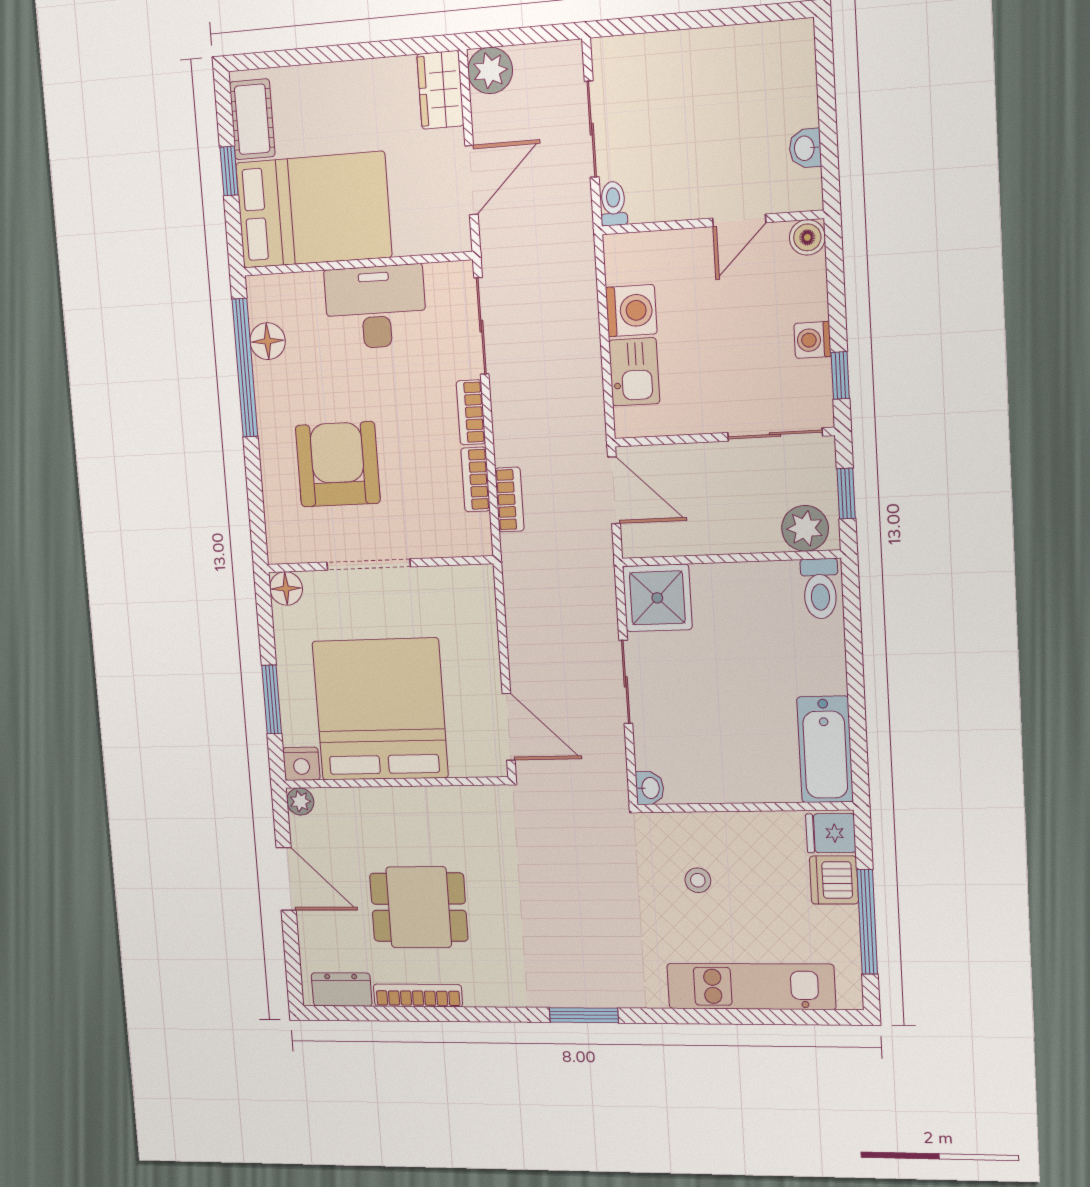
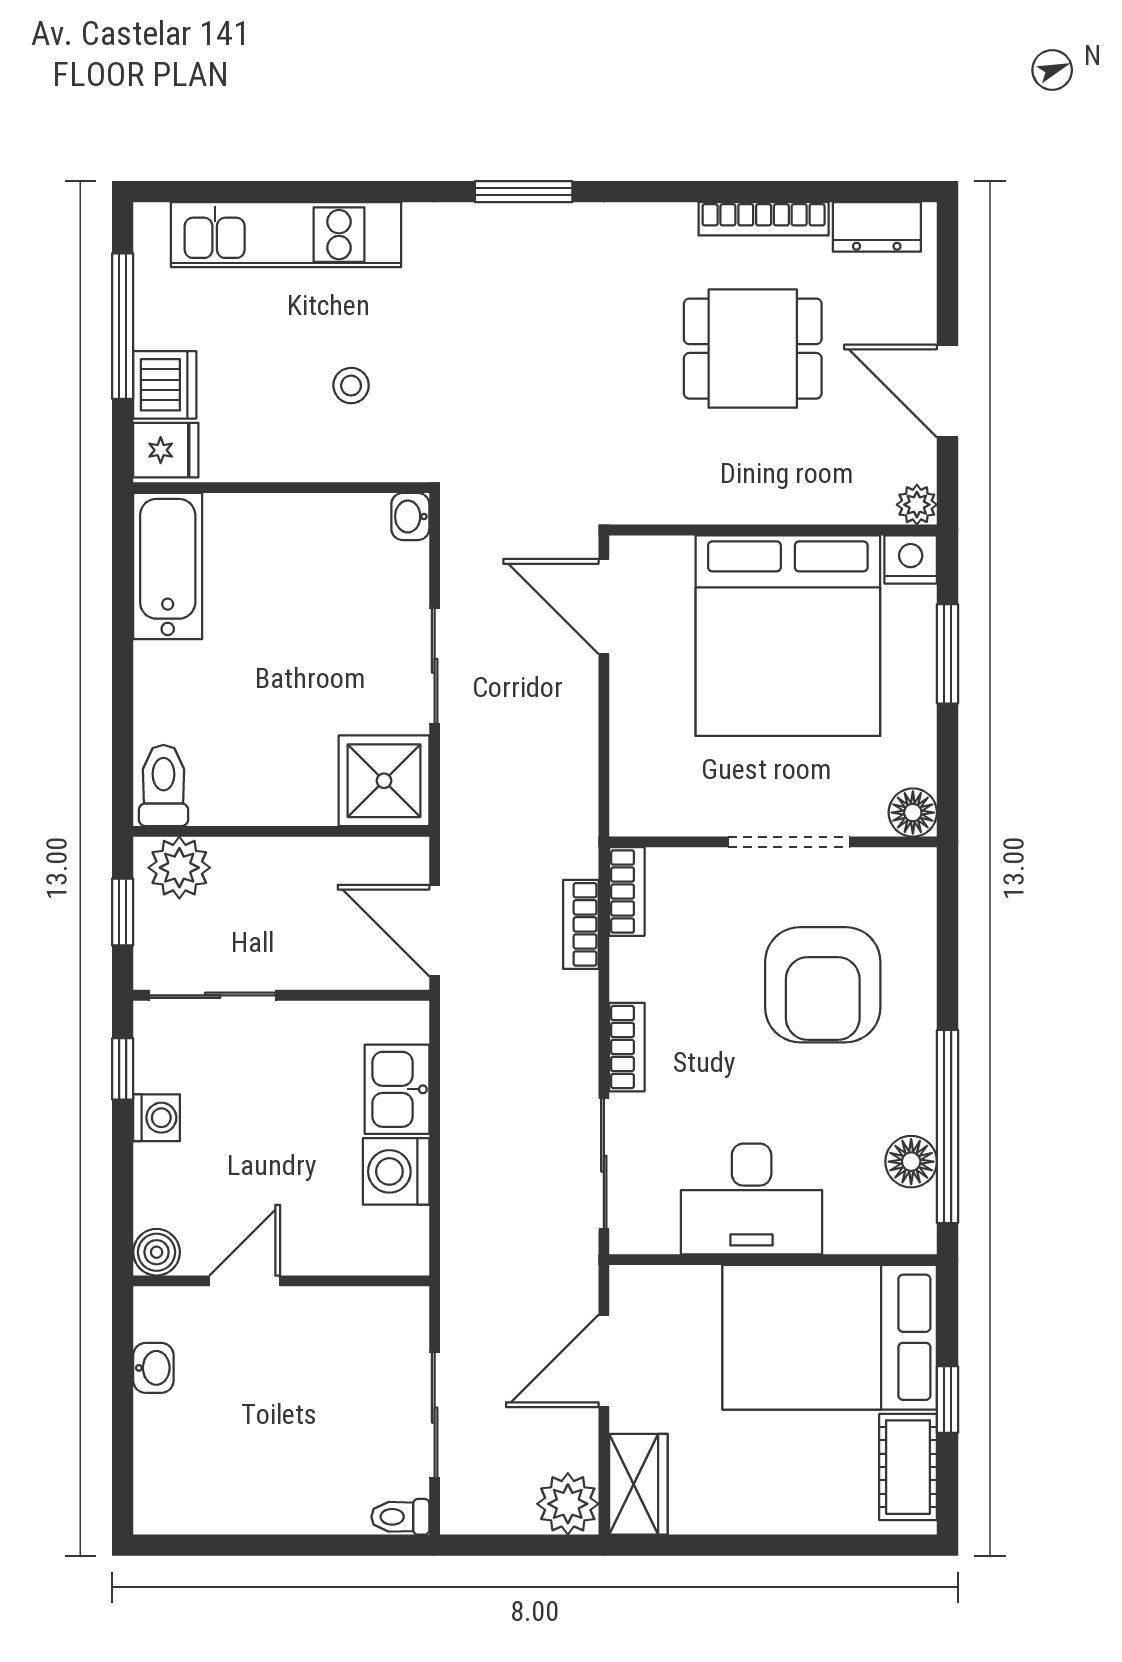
toilet: (613, 204) -> (400, 1517), moved, turned 90
bookcase: (475, 479) -> (627, 892), moved

